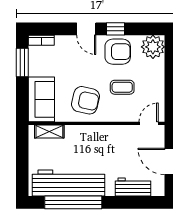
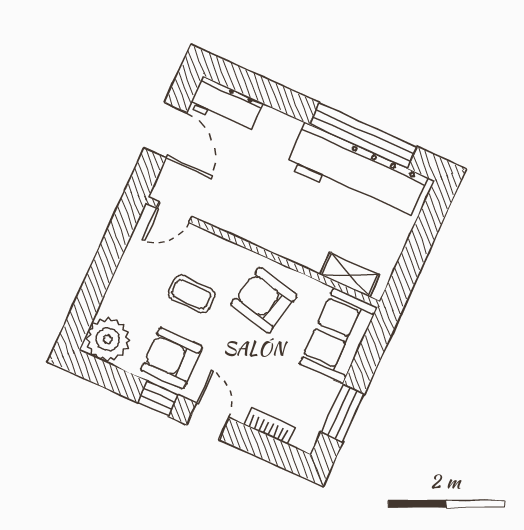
bookcase: (41, 40) -> (270, 426), moved
workbench: (133, 187) -> (226, 105), moved

